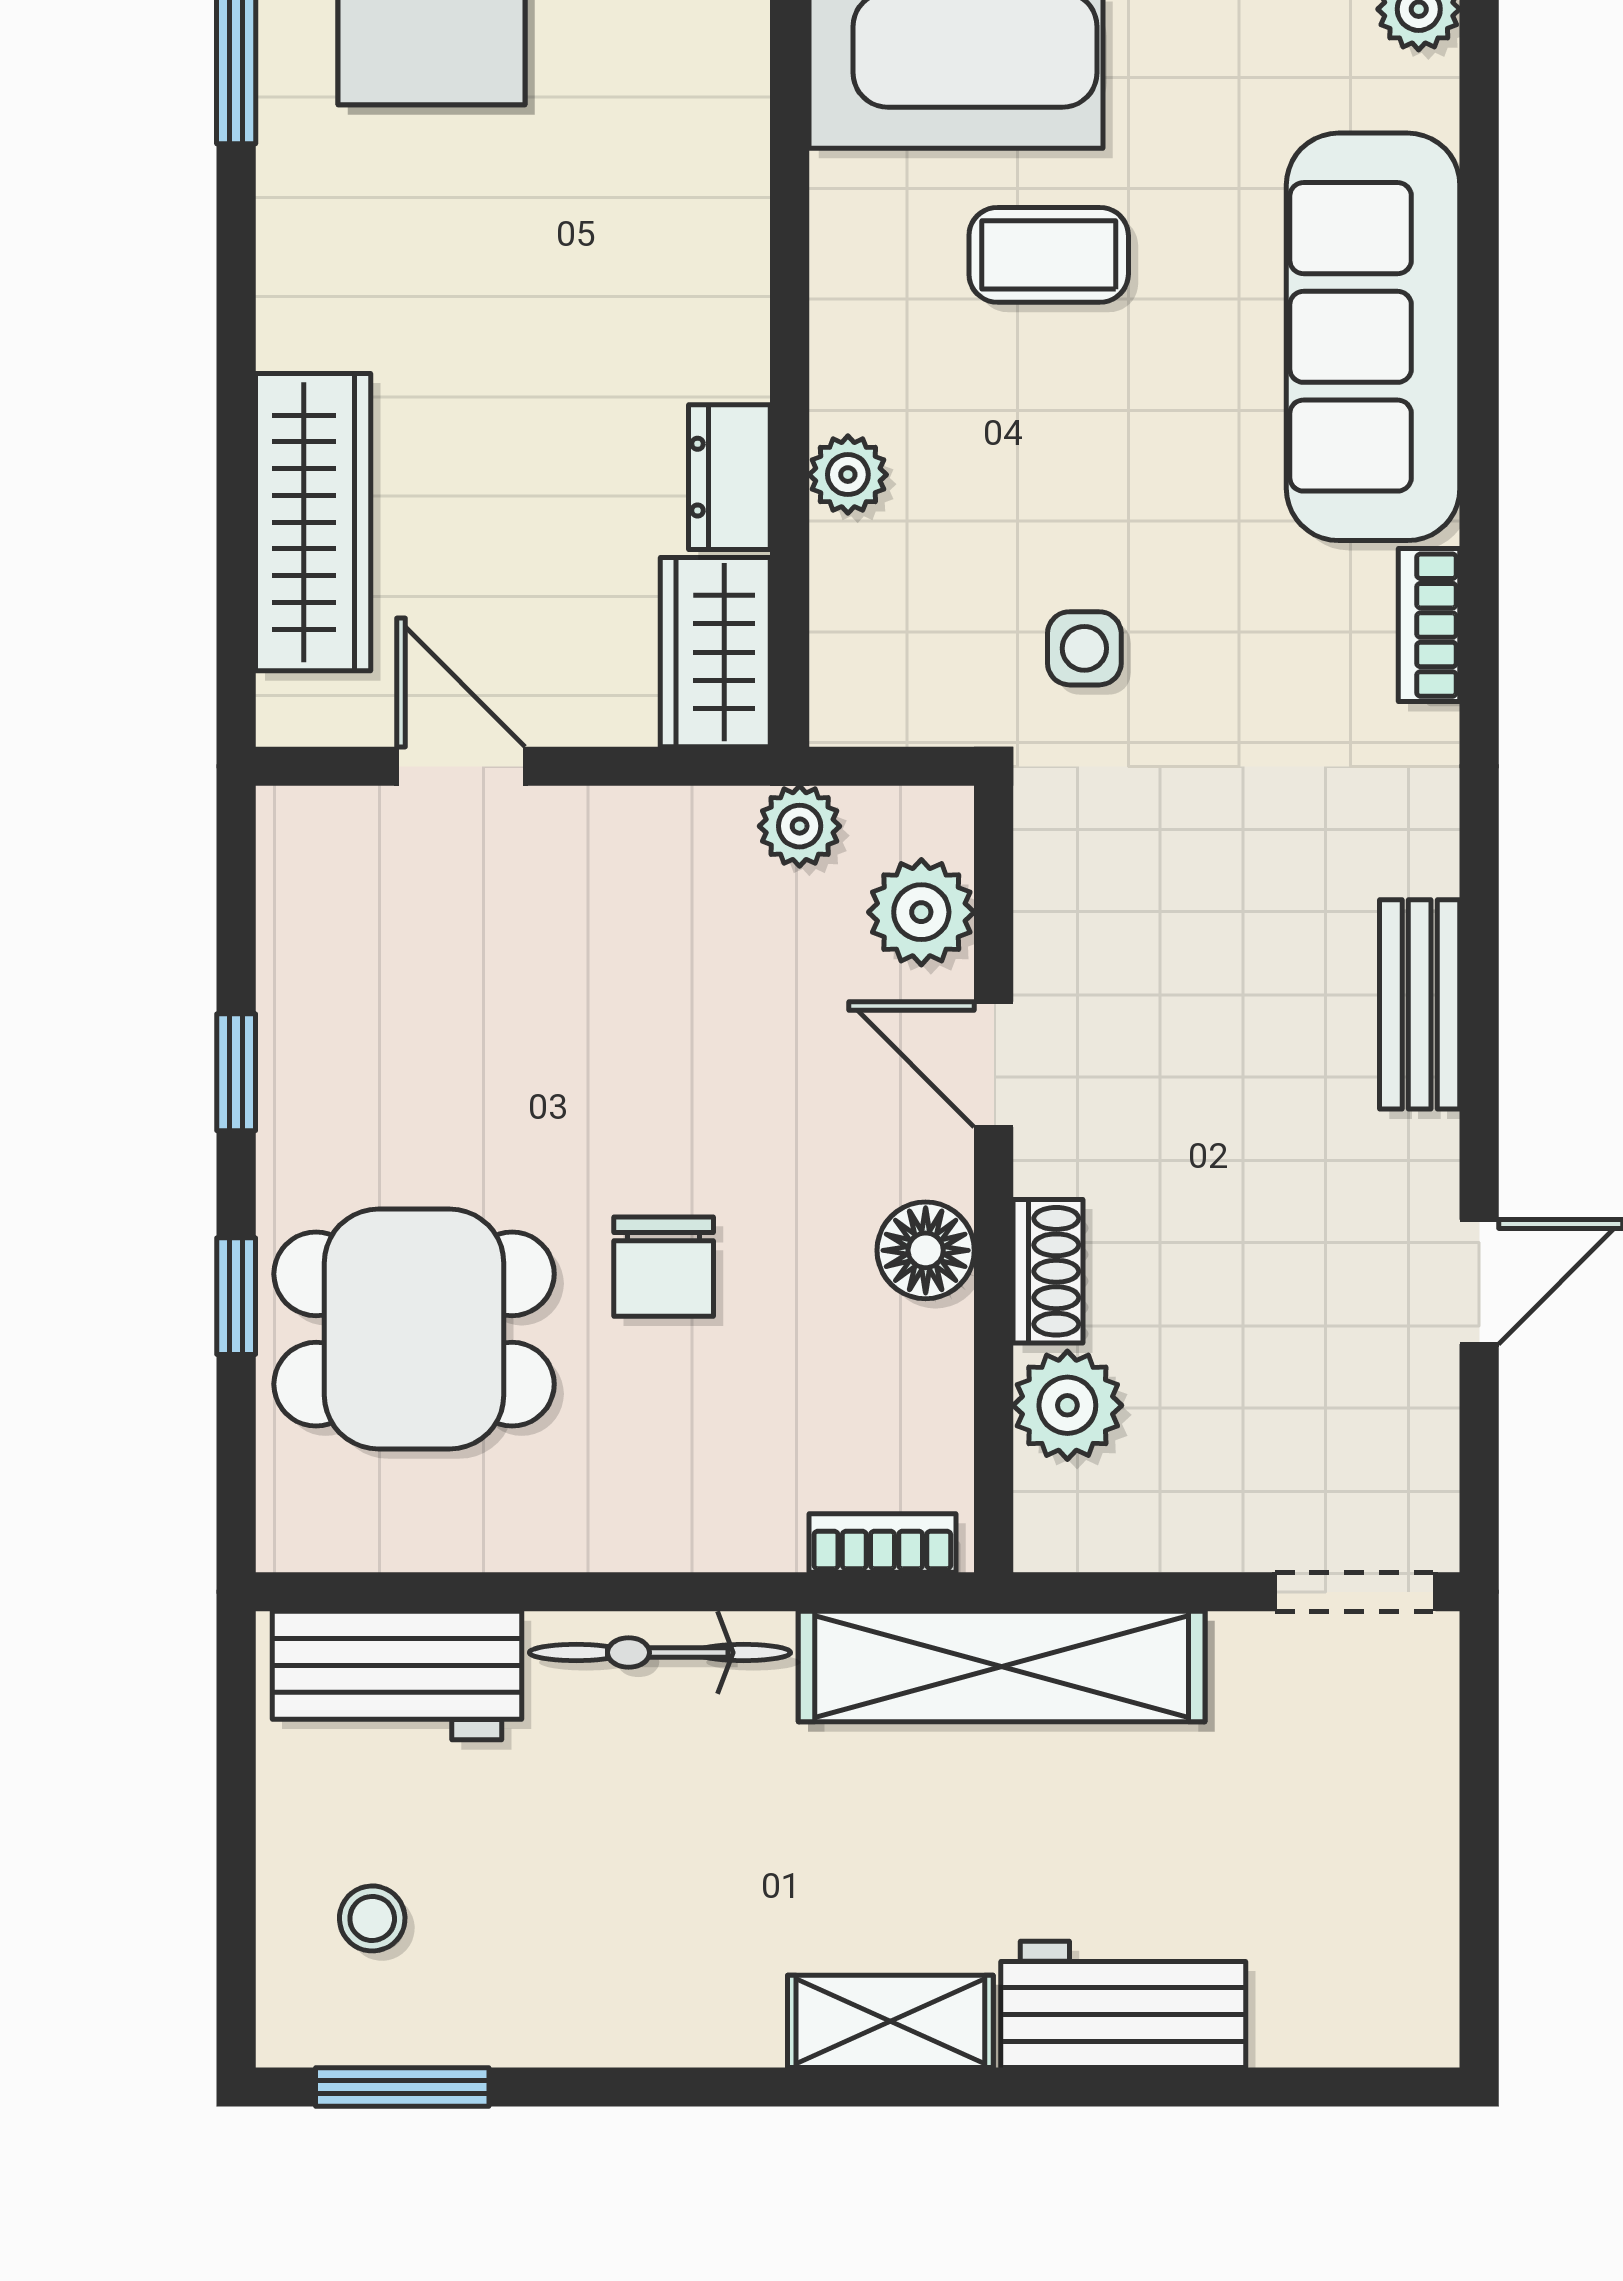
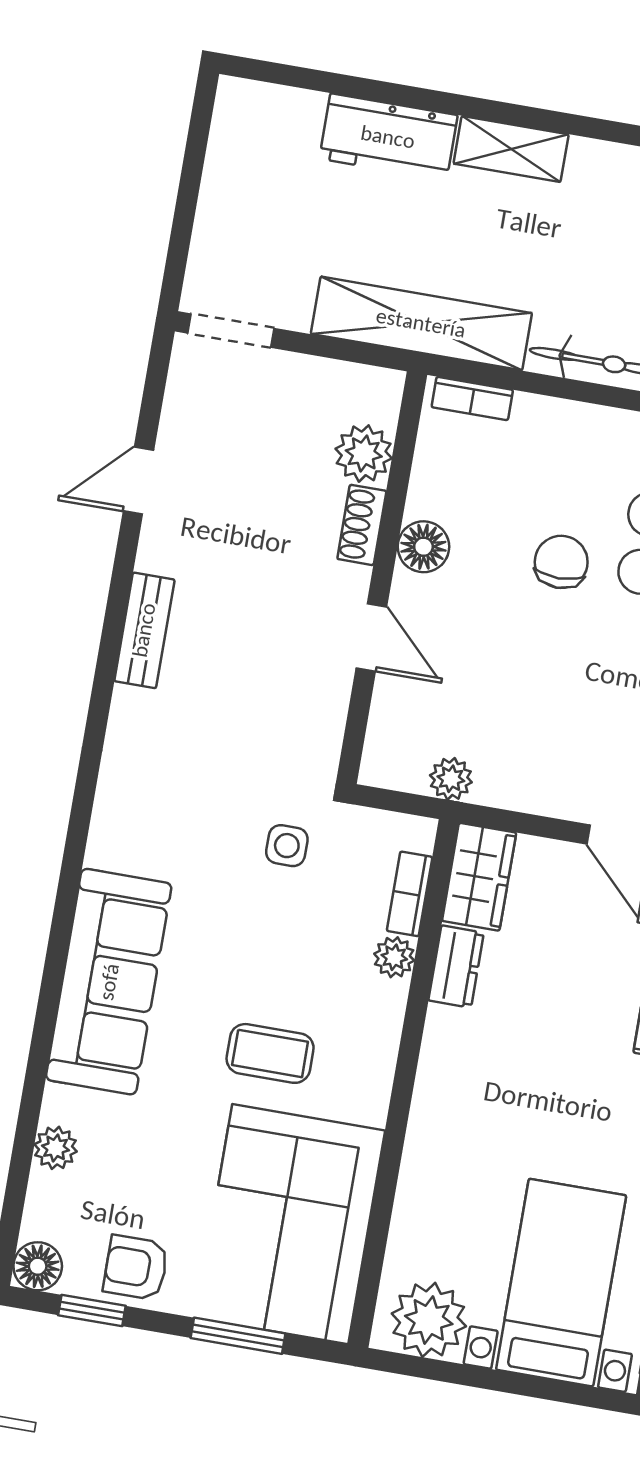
bookcase: (1429, 625) -> (410, 894), moved, turned 180
plant: (921, 912) -> (395, 723), removed

